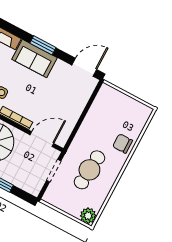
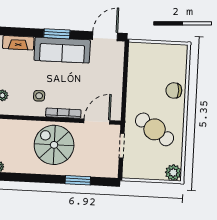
sofa: (34, 58) -> (62, 50), width x1.36
cafe table: (89, 170) -> (155, 129), turned -60

